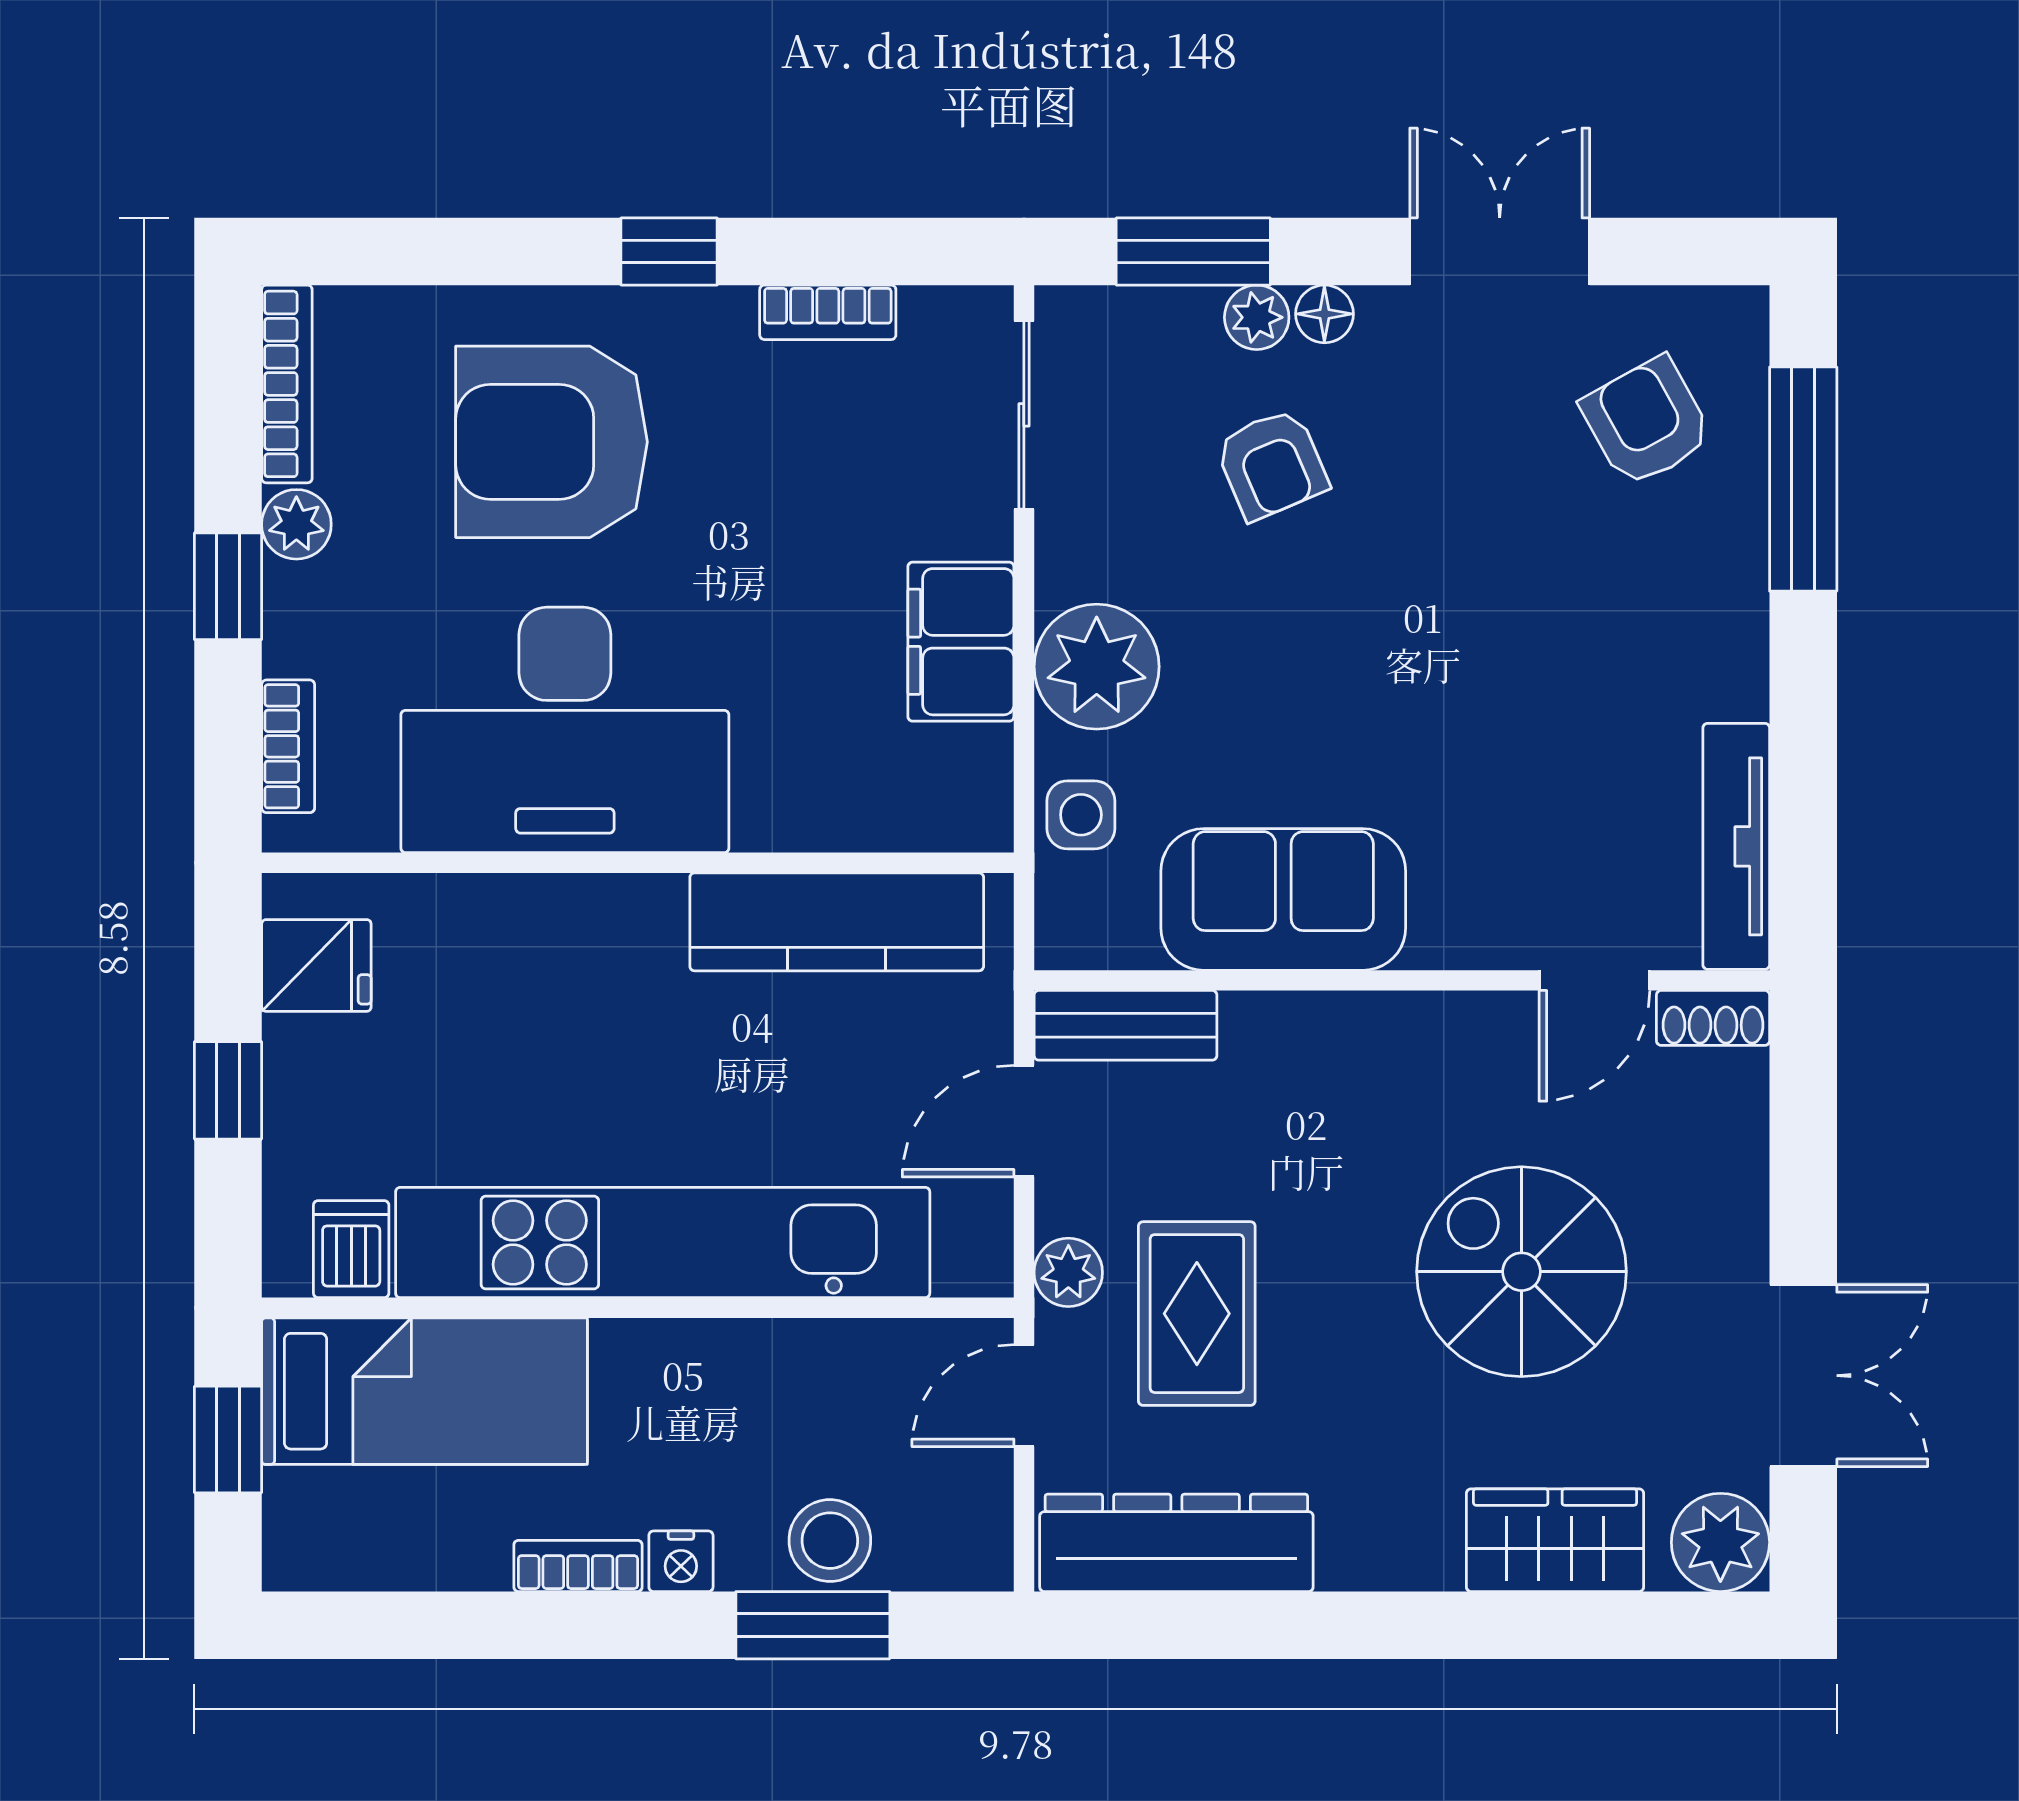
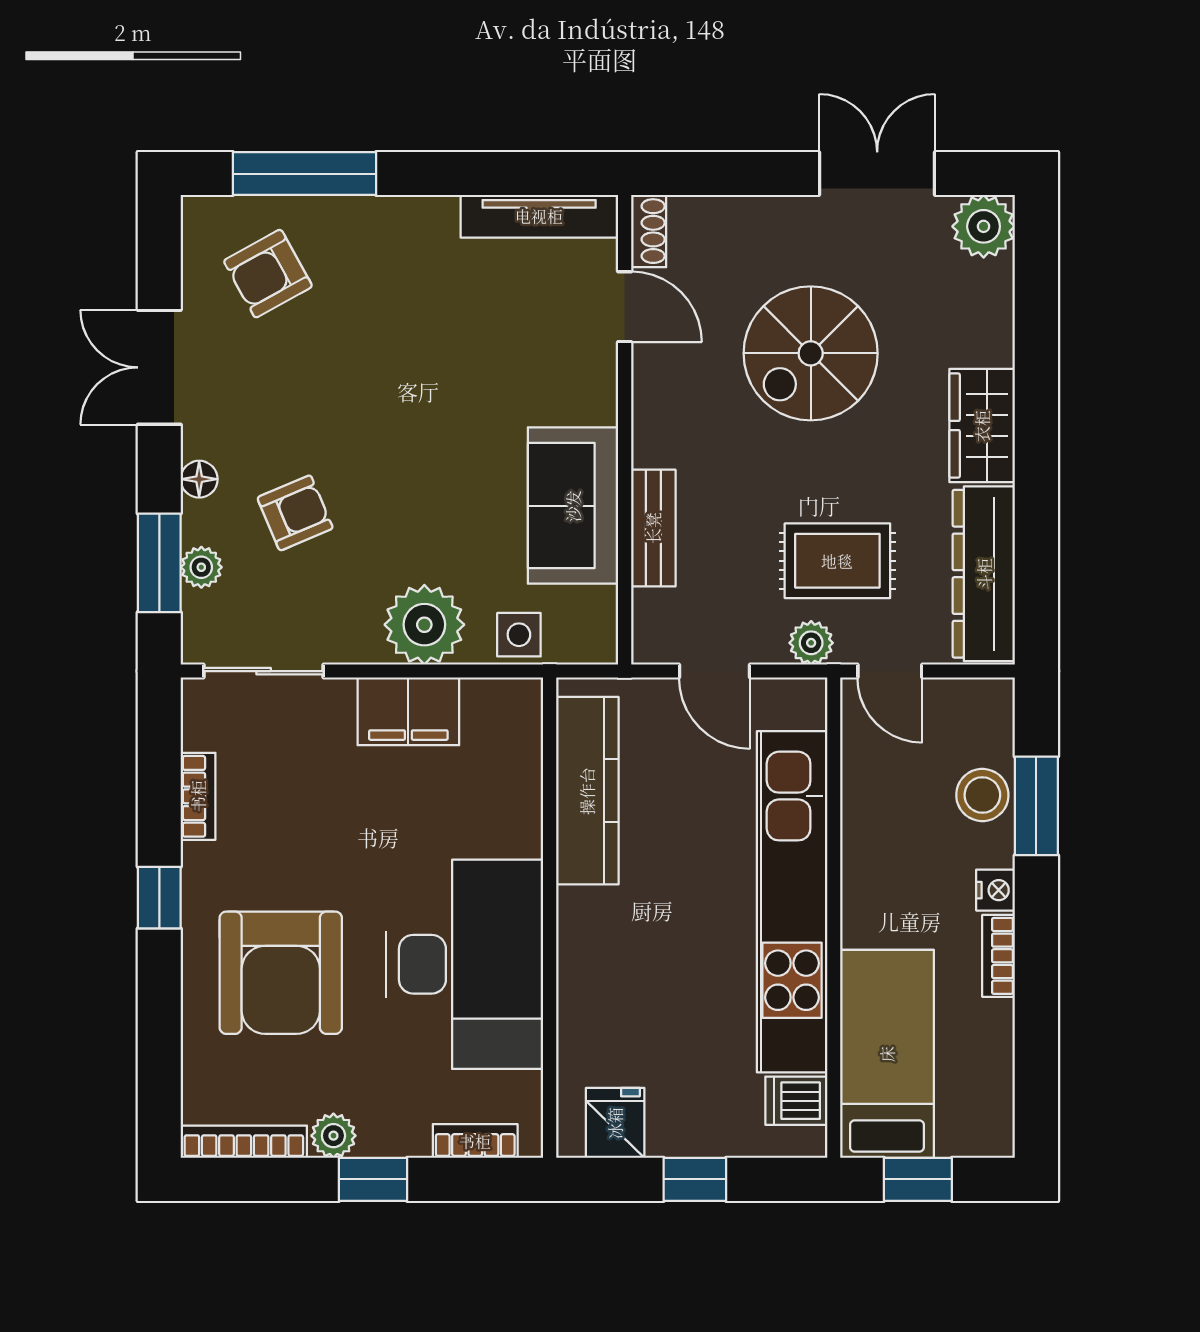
plant: (1257, 317) -> (201, 567), moved
bench: (1125, 1025) -> (653, 528), moved
wardrobe: (1555, 1540) -> (982, 426), moved

